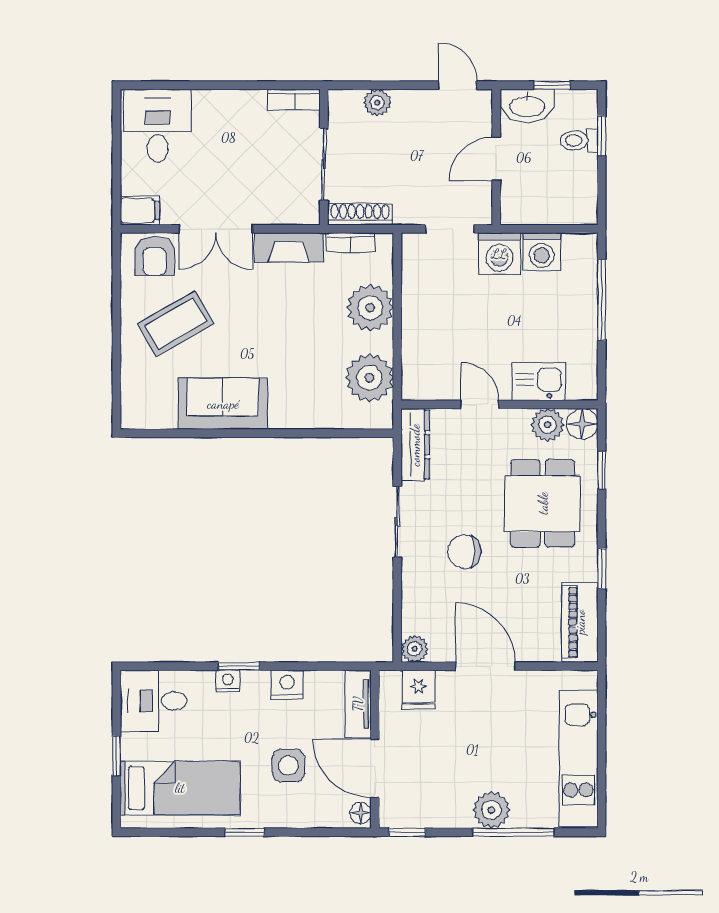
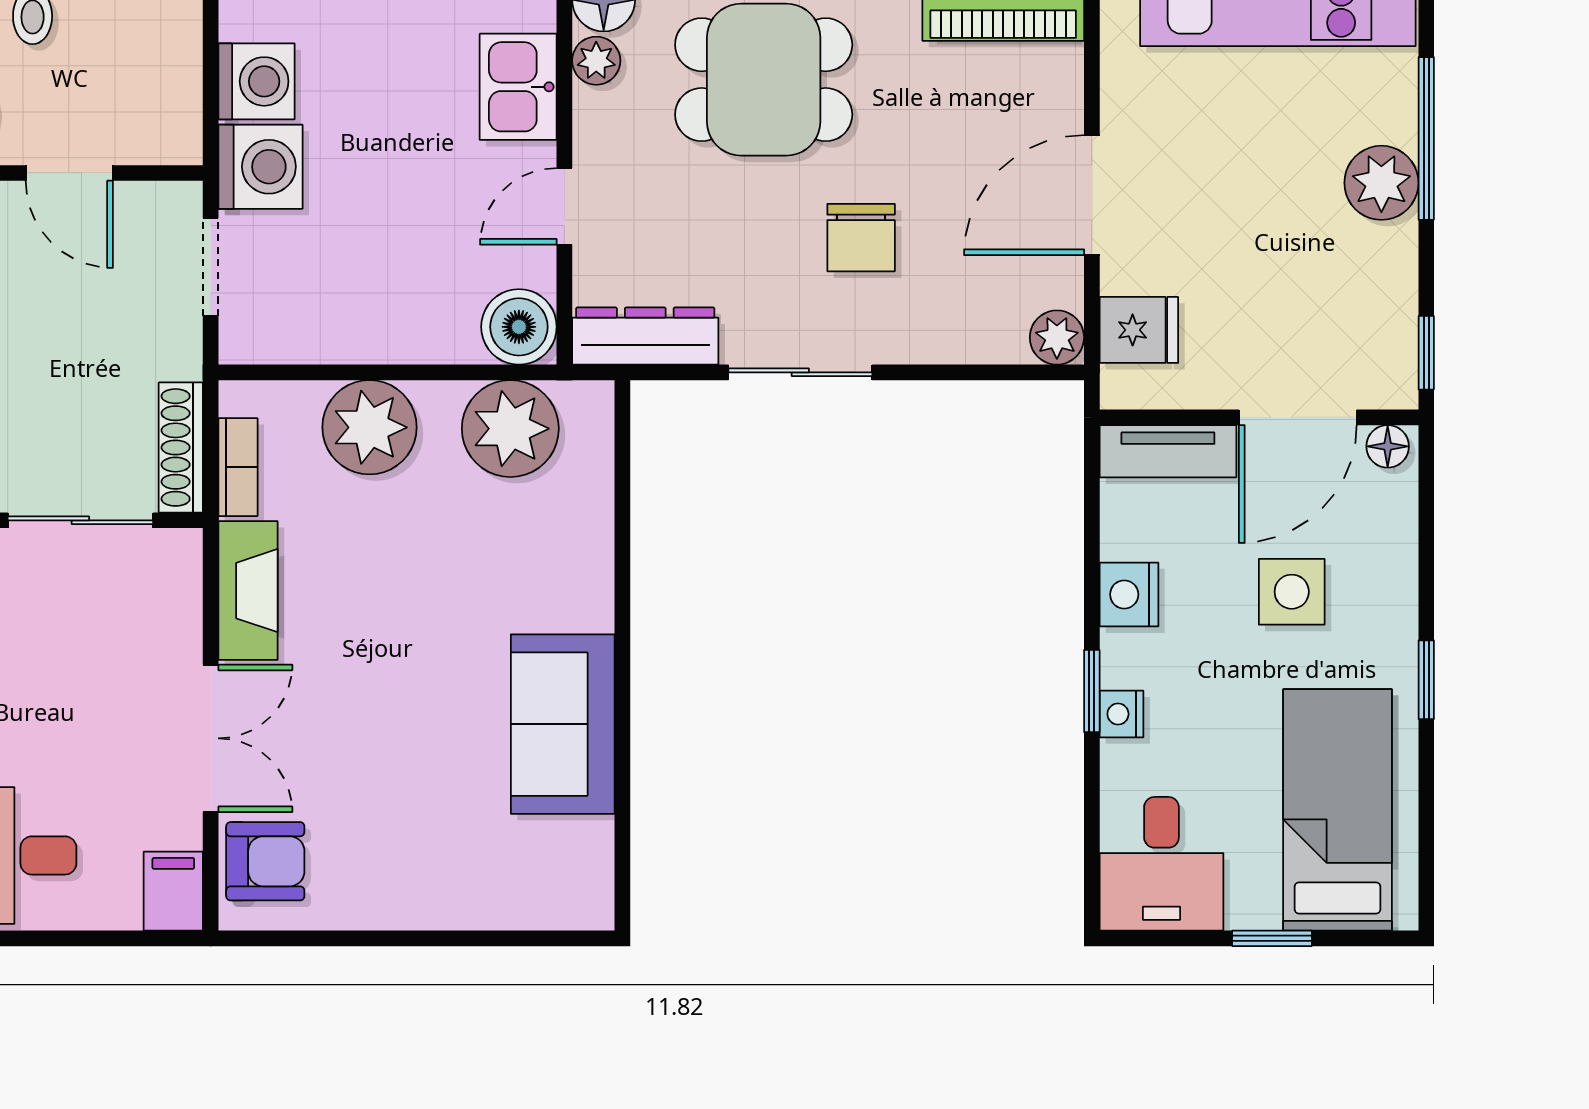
coffee table: (176, 324) -> (401, 819), removed
boiler: (420, 382) -> (519, 327), added
plant: (548, 425) -> (596, 61), width x0.73, depth x0.73

